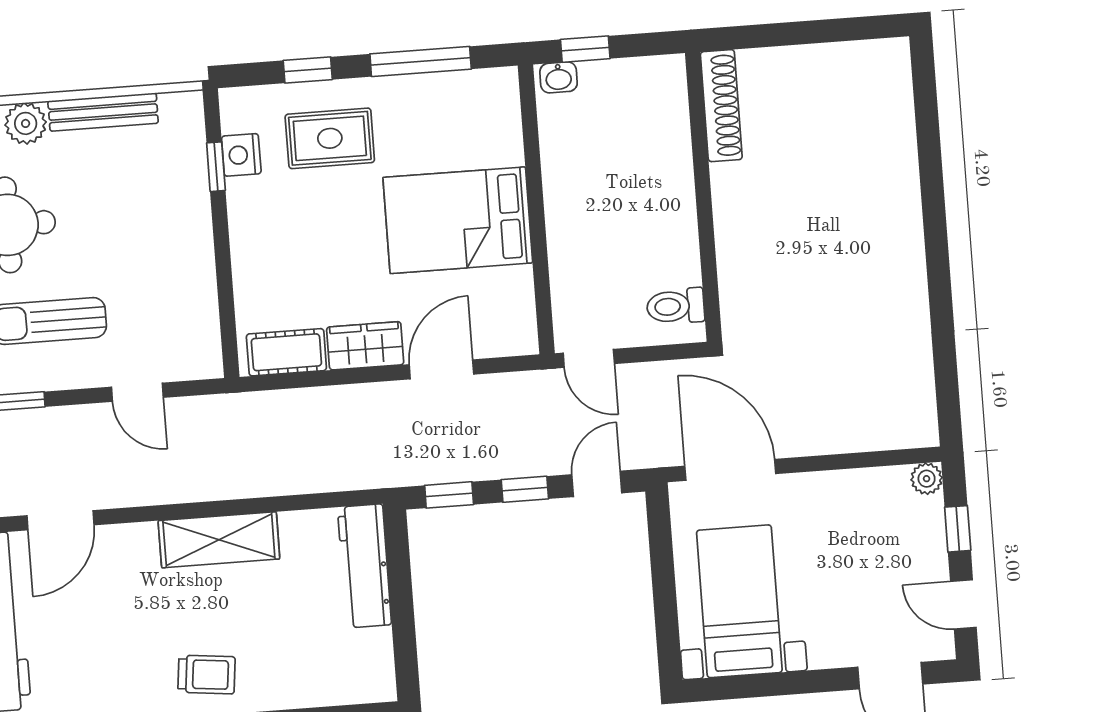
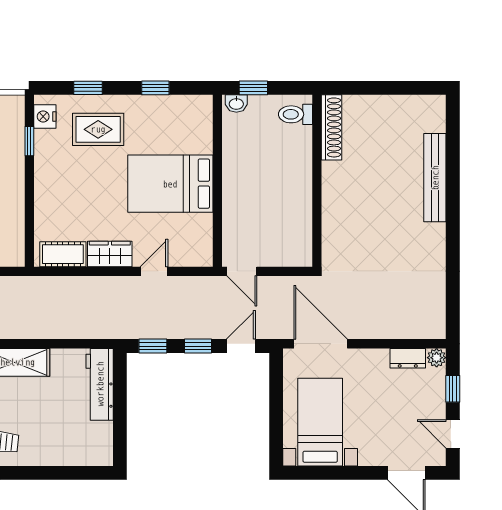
window: (421, 61) -> (155, 88), width x0.46
nightstand: (241, 155) -> (45, 117), moved
bench: (901, 177) -> (435, 178), added
toilet: (676, 306) -> (295, 114), moved
door: (441, 369) -> (154, 271), width x0.73
dresser: (878, 483) -> (408, 358), added

